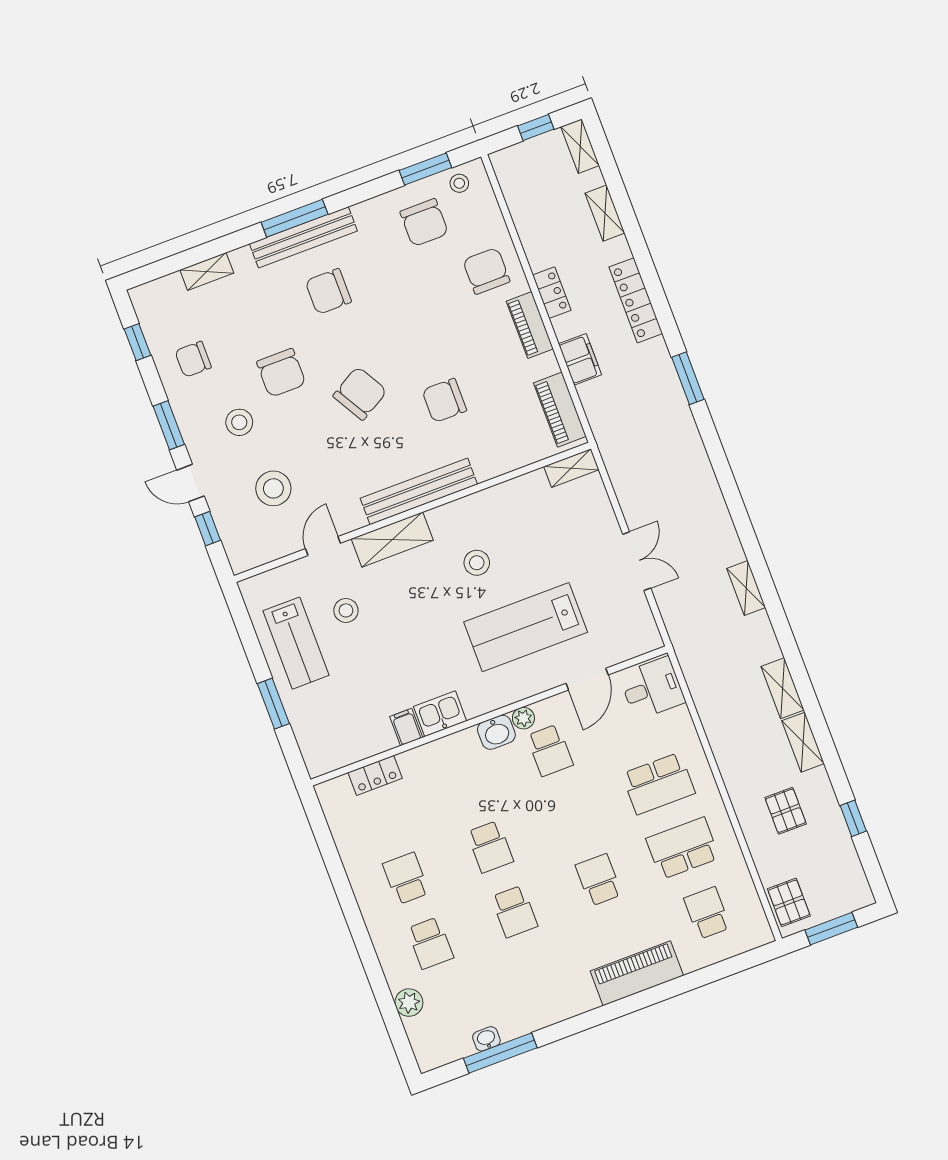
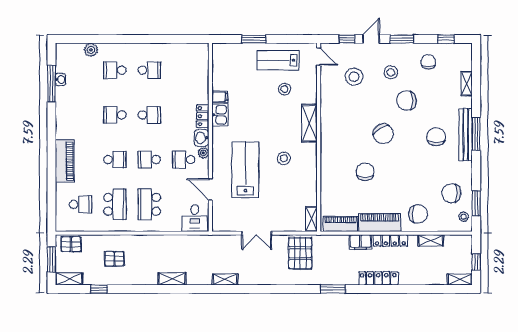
shelving: (605, 213) -> (431, 240), moved
locker: (552, 293) -> (390, 241), width x1.53
piano: (530, 325) -> (380, 222), width x1.37, depth x1.33
pallet: (644, 465) -> (300, 253), added
bench: (419, 491) -> (327, 144), removed
door: (323, 546) -> (319, 57), moved
shelving: (803, 742) -> (69, 279), moved
locker: (375, 775) -> (203, 116), moved
school desk: (574, 815) -> (149, 160), added
school desk: (490, 847) -> (149, 115), turned 180

